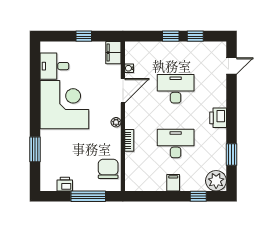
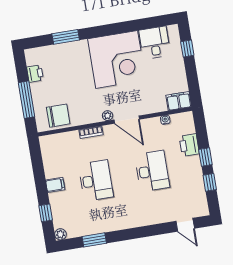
window: (84, 36) -> (187, 49), moved
door: (123, 91) -> (127, 120), moved
printer: (218, 118) -> (189, 145), moved, turned -90
plant: (216, 181) -> (60, 234), width x0.53, depth x0.53

